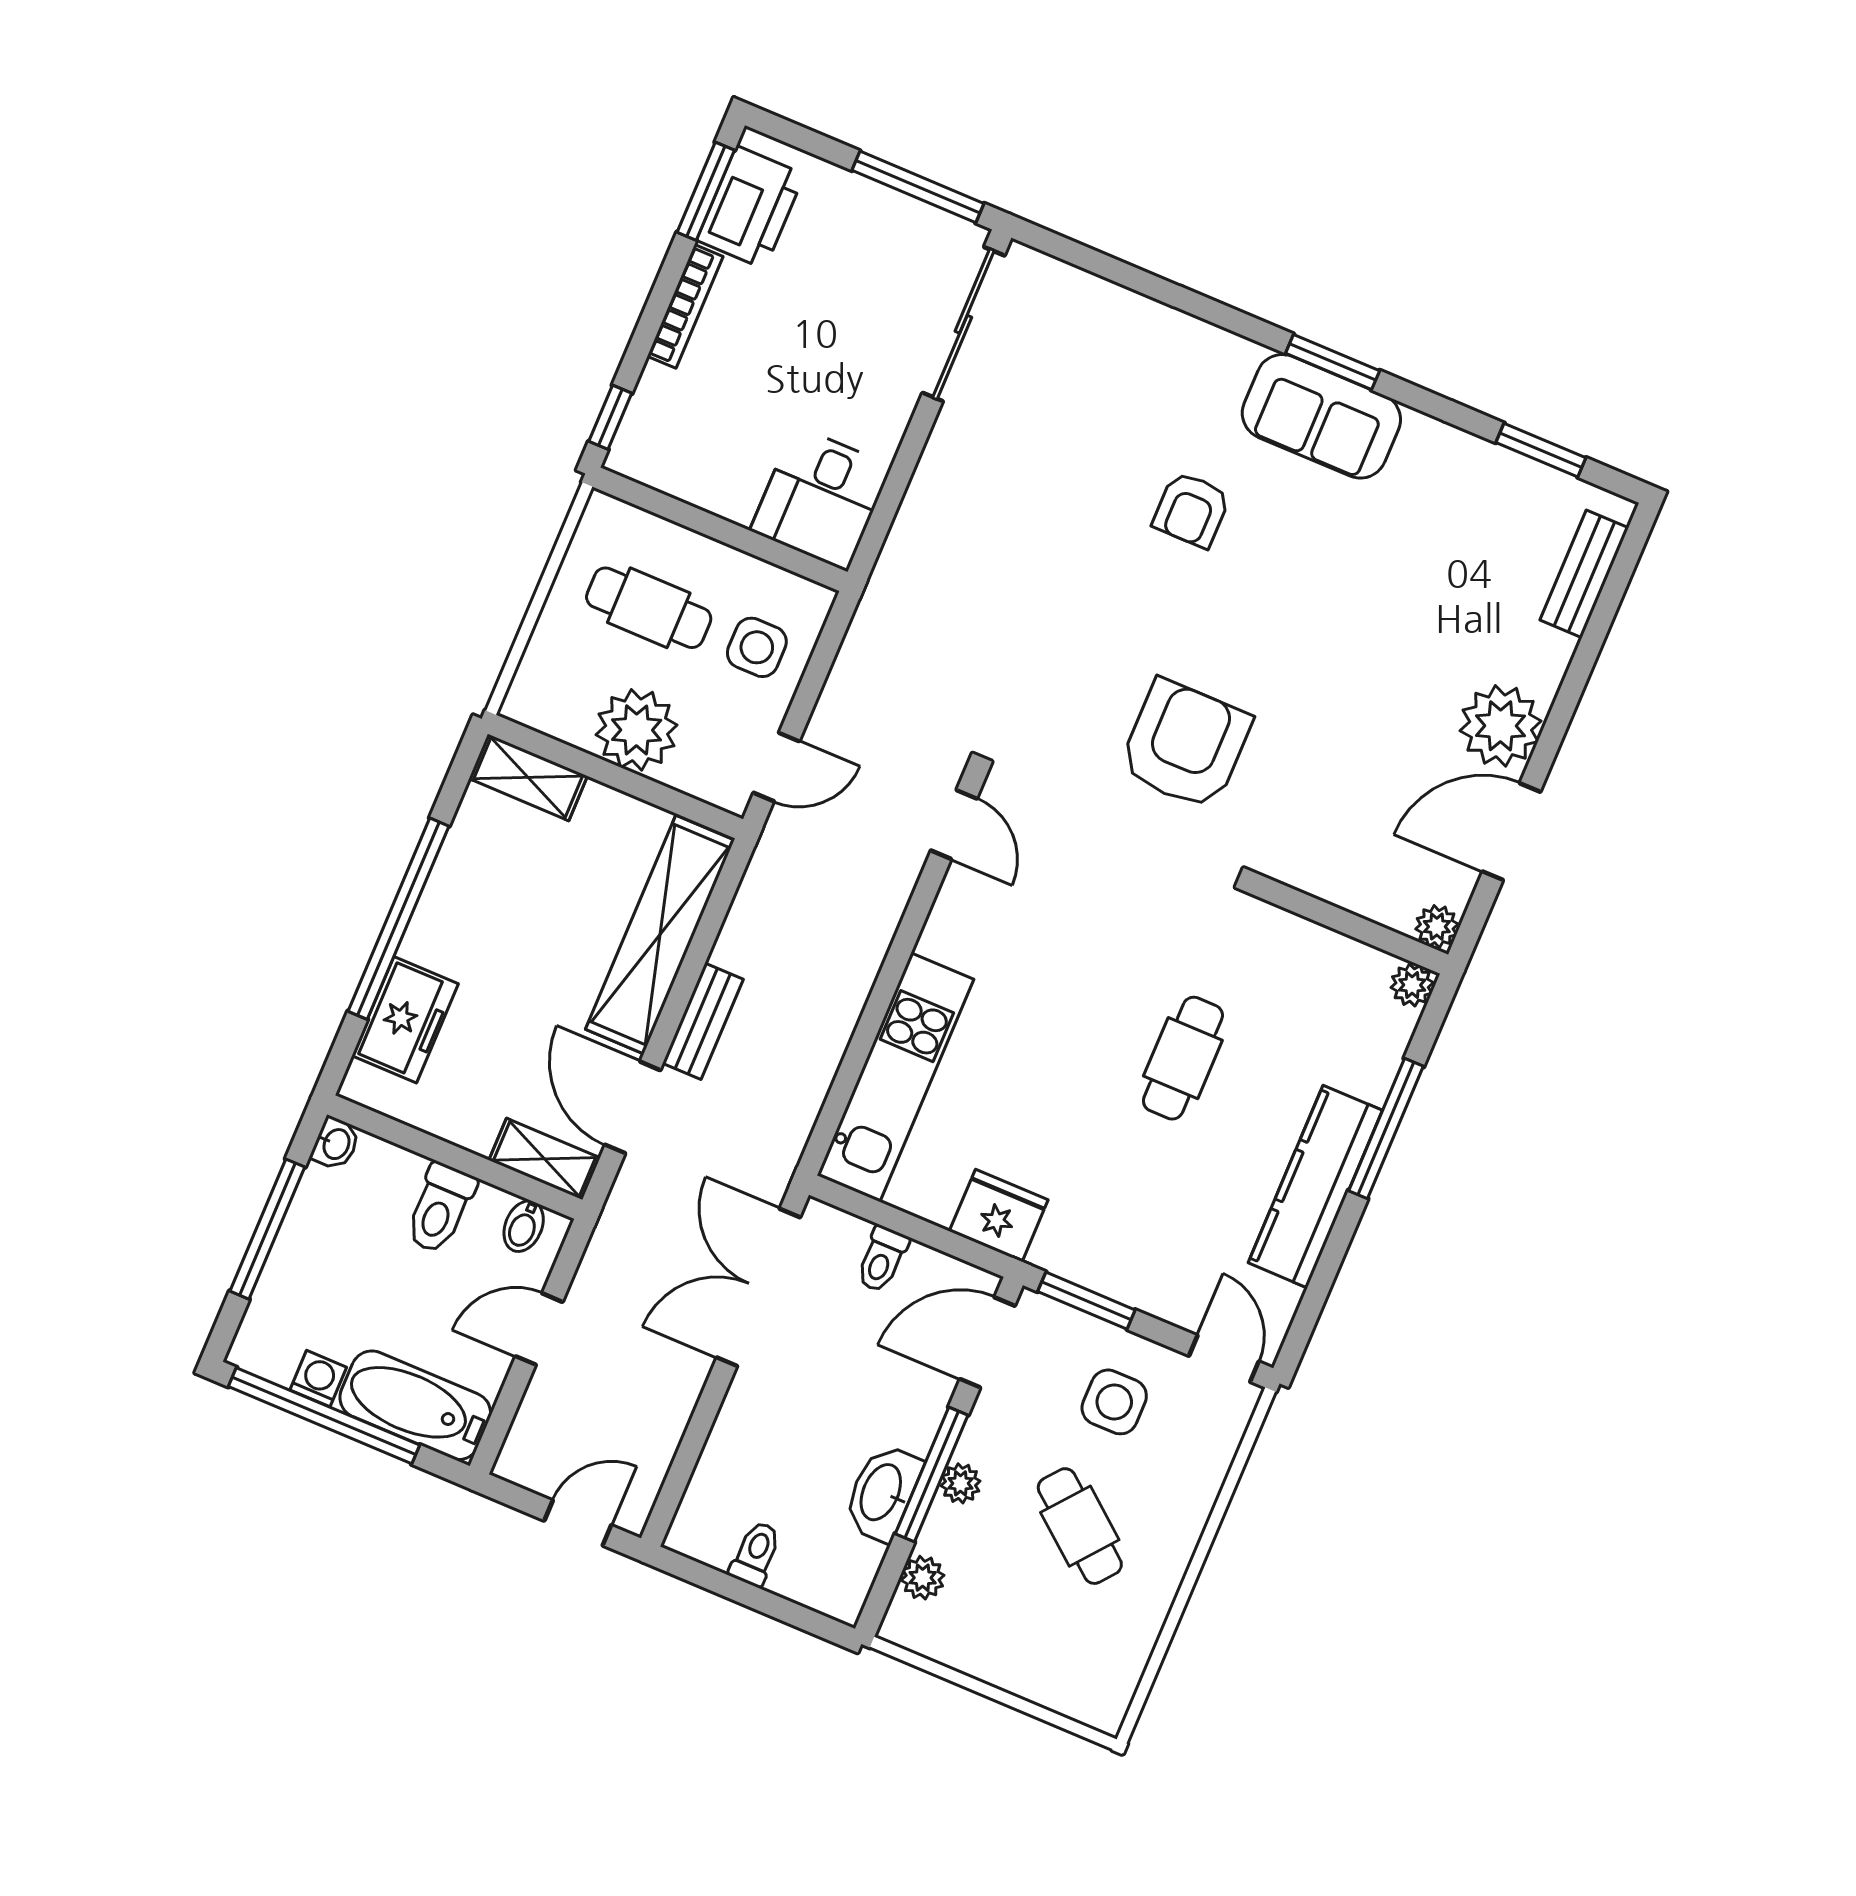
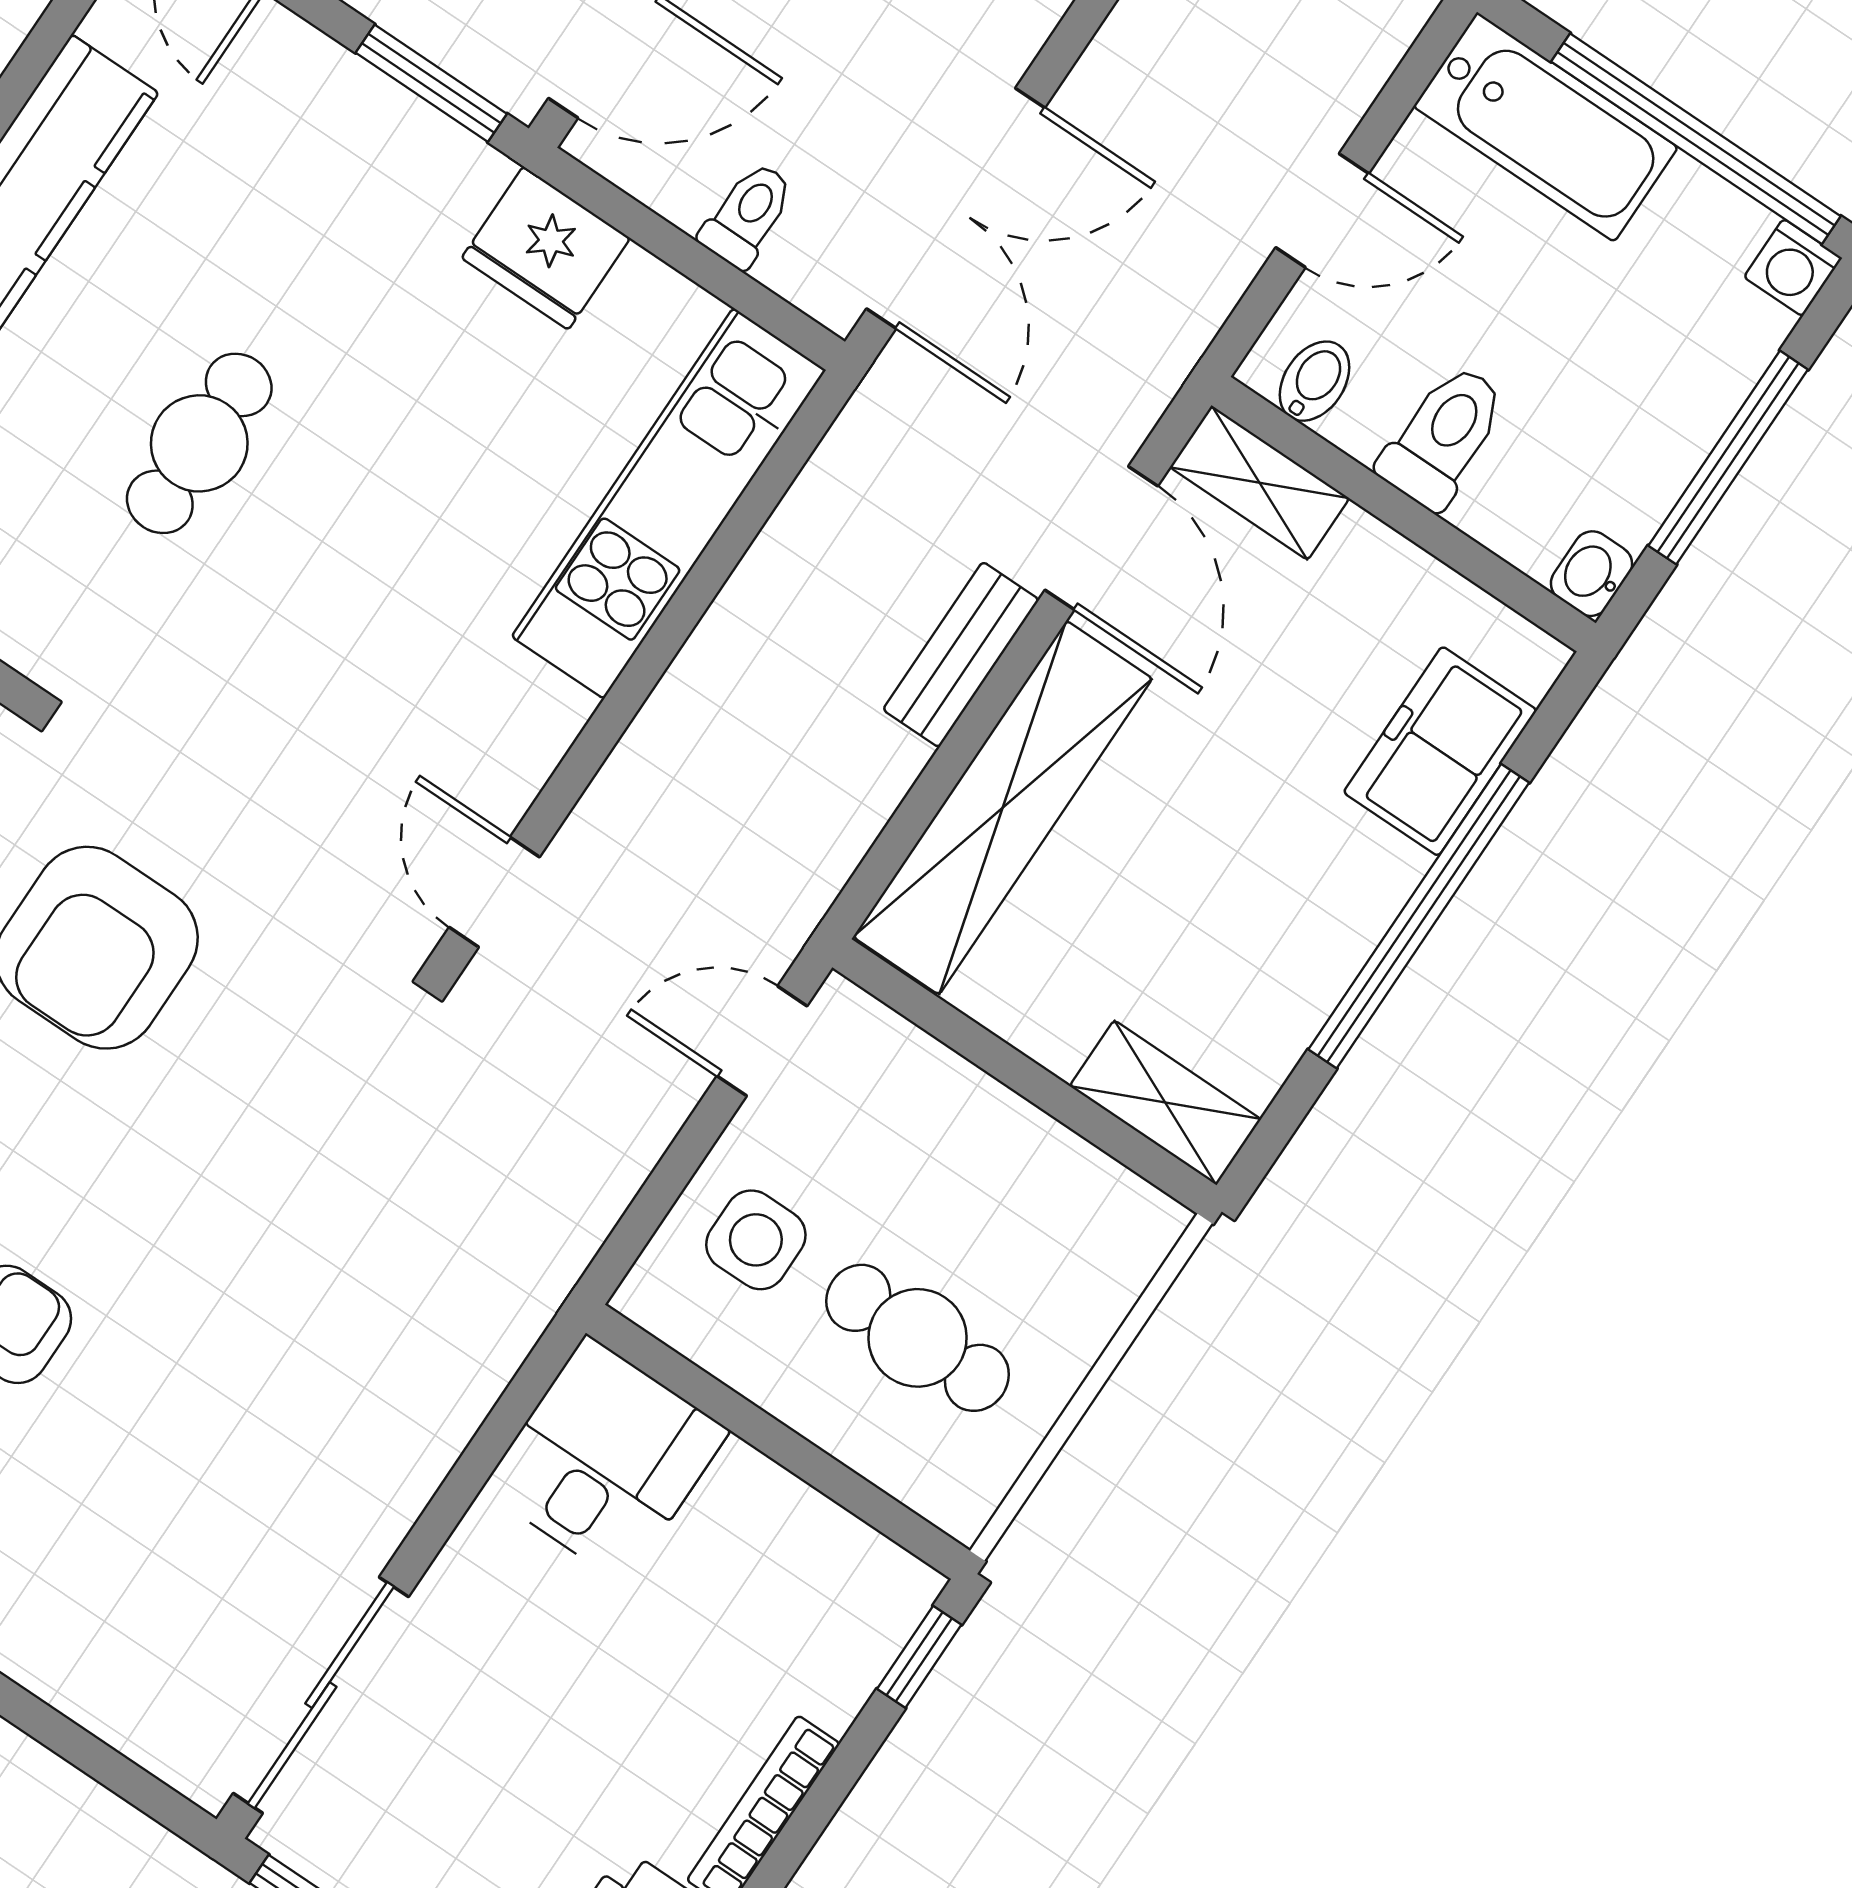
plant: (637, 730) -> (976, 1145), removed
washing machine: (318, 1379) -> (1793, 268), moved

